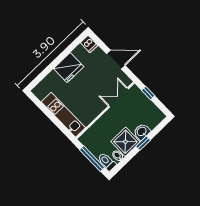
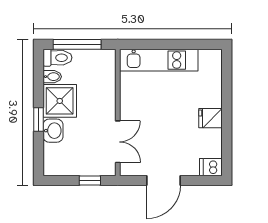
fridge: (69, 68) -> (210, 118), width x0.53, depth x0.75

